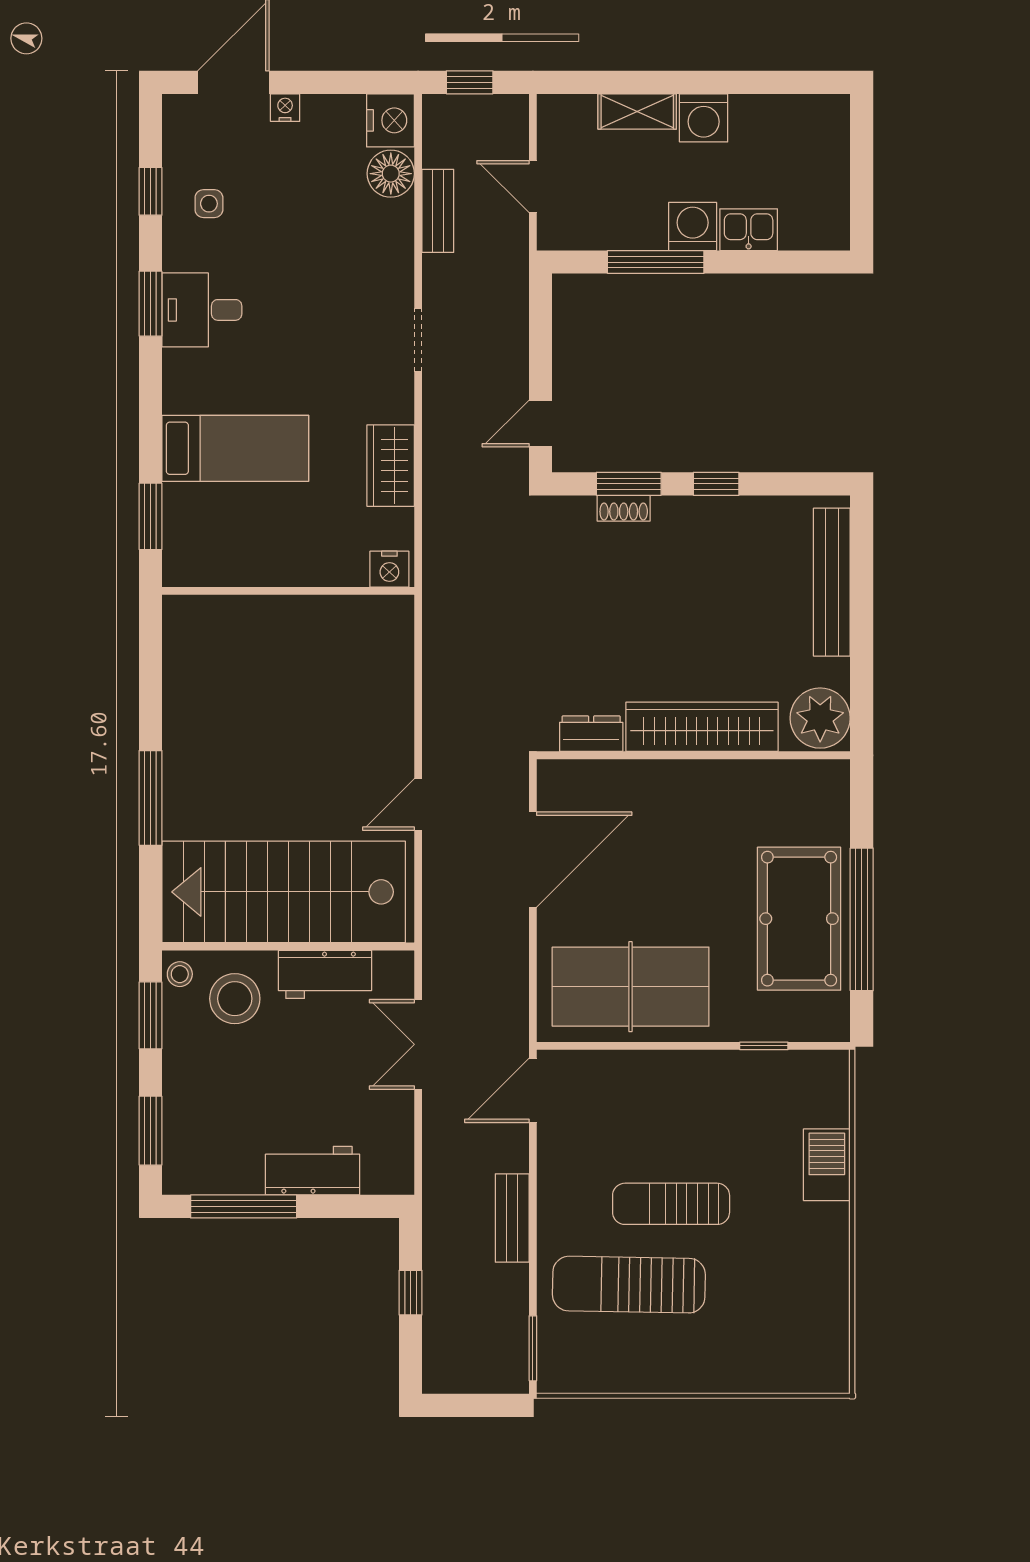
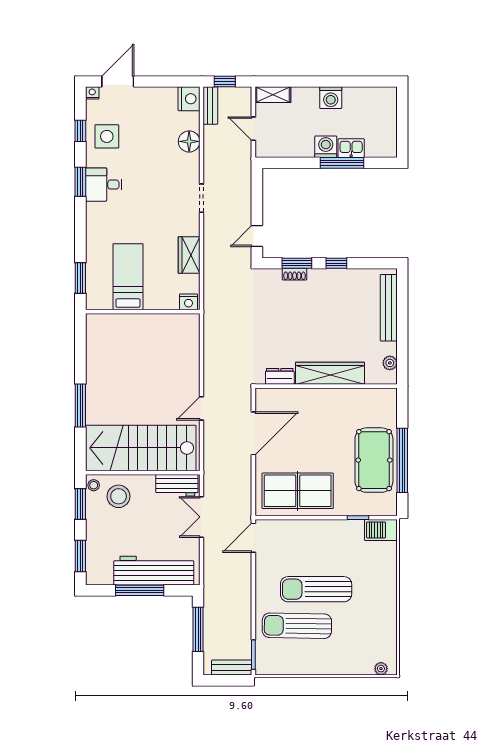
nightstand: (285, 108) -> (92, 93), moved
shelving: (637, 111) -> (273, 95), moved
floor lamp: (391, 174) -> (189, 141), moved
side table: (209, 204) -> (107, 136), width x1.87, depth x1.87
bench: (438, 211) -> (210, 106), moved
window: (656, 262) -> (342, 163), moved
bed: (235, 448) -> (128, 277), moved, turned -90
plant: (820, 718) -> (390, 363), width x0.53, depth x0.53
workbench: (325, 974) -> (177, 485), moved
barbecue: (827, 1165) -> (381, 530), moved, turned -90
workbench: (313, 1171) -> (154, 571), width x1.87, depth x1.32
sun lounger: (671, 1204) -> (316, 589), width x1.36, depth x1.34
window: (244, 1206) -> (140, 590), moved
bench: (512, 1218) -> (232, 668), moved, turned 90
window: (410, 1293) -> (198, 629), width x2.17
plant: (815, 1379) -> (381, 669), added

